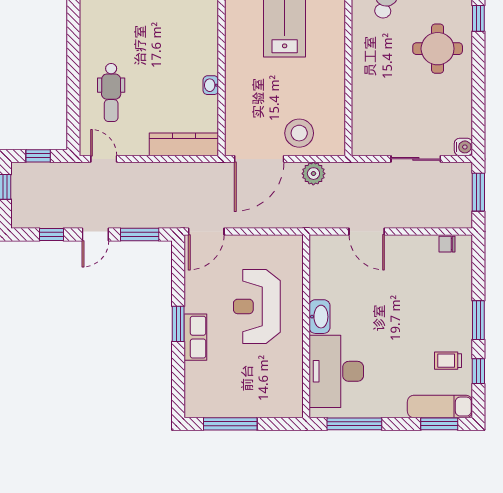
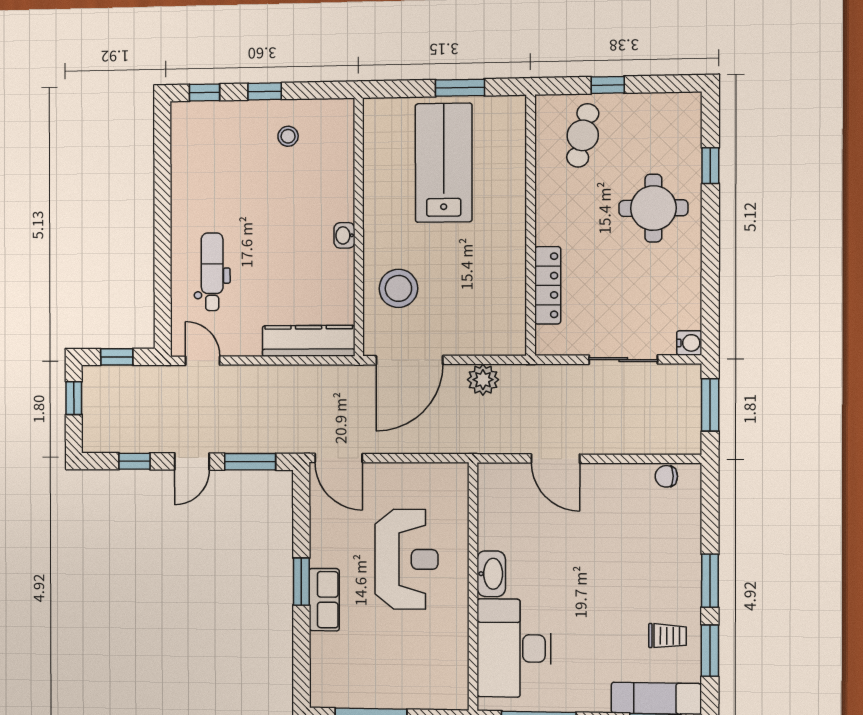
washbasin: (211, 85) -> (344, 235), moved
dental chair: (111, 92) -> (212, 272), turned 180
locker: (361, 104) -> (548, 285), added
stool: (299, 133) -> (398, 288), moved
door: (206, 231) -> (339, 458), hinge flipped
reception desk: (257, 306) -> (406, 559), turned 180
trolley: (448, 361) -> (667, 636), turned 180
window: (478, 371) -> (710, 651), width x1.50

